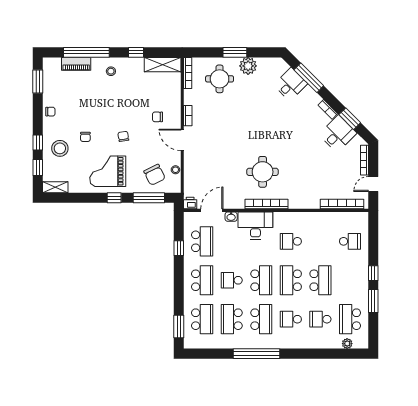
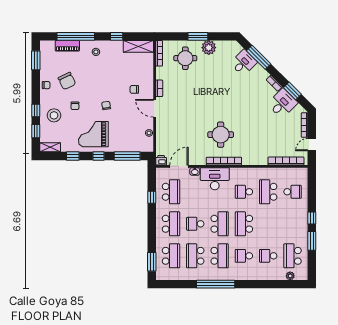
chair: (155, 175) -> (67, 81), moved
window: (83, 198) -> (73, 156), added
school desk: (320, 280) -> (268, 192), moved, turned 180

